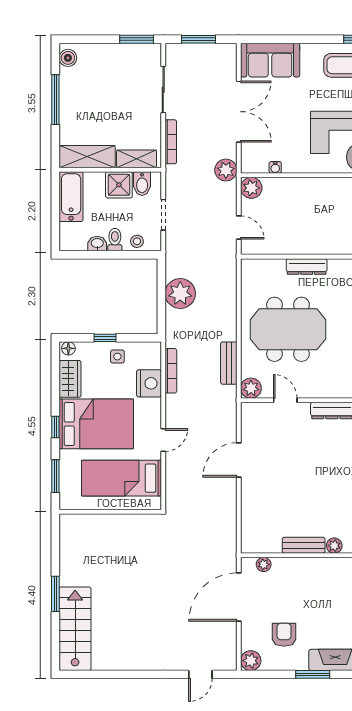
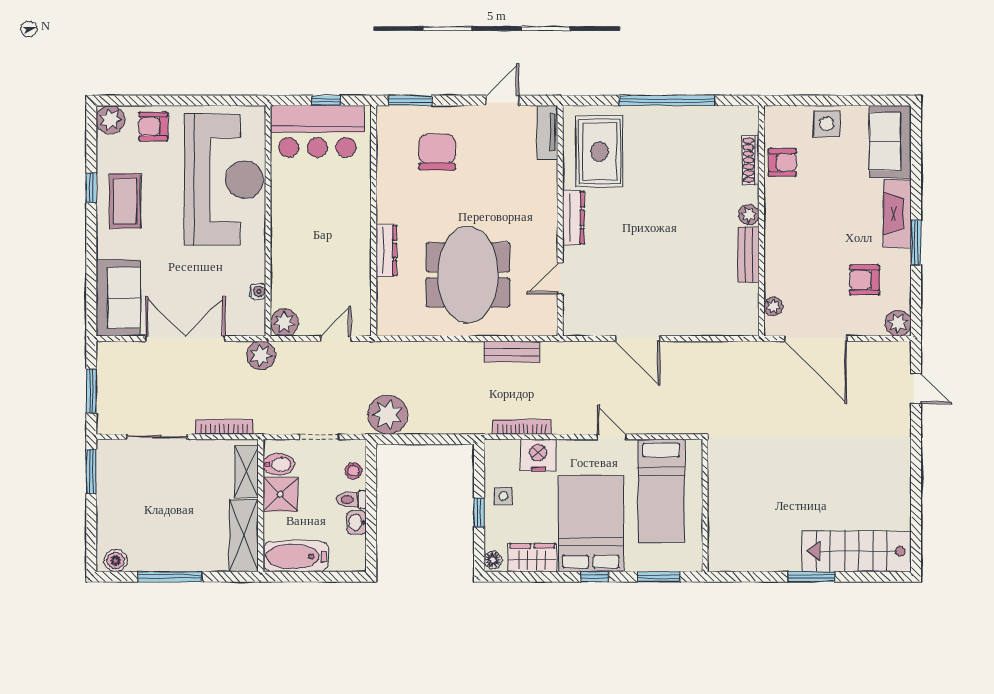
plant: (180, 293) -> (388, 415), moved
plant: (251, 388) -> (544, 323), removed

